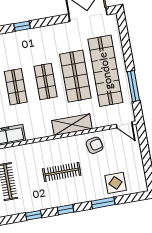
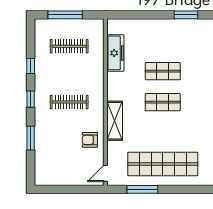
shop shelf: (75, 76) -> (163, 133), removed
armchair: (95, 145) -> (90, 140), turned 103
clothes rail: (62, 172) -> (69, 102), turned 90
display table: (116, 183) -> (48, 154), removed

